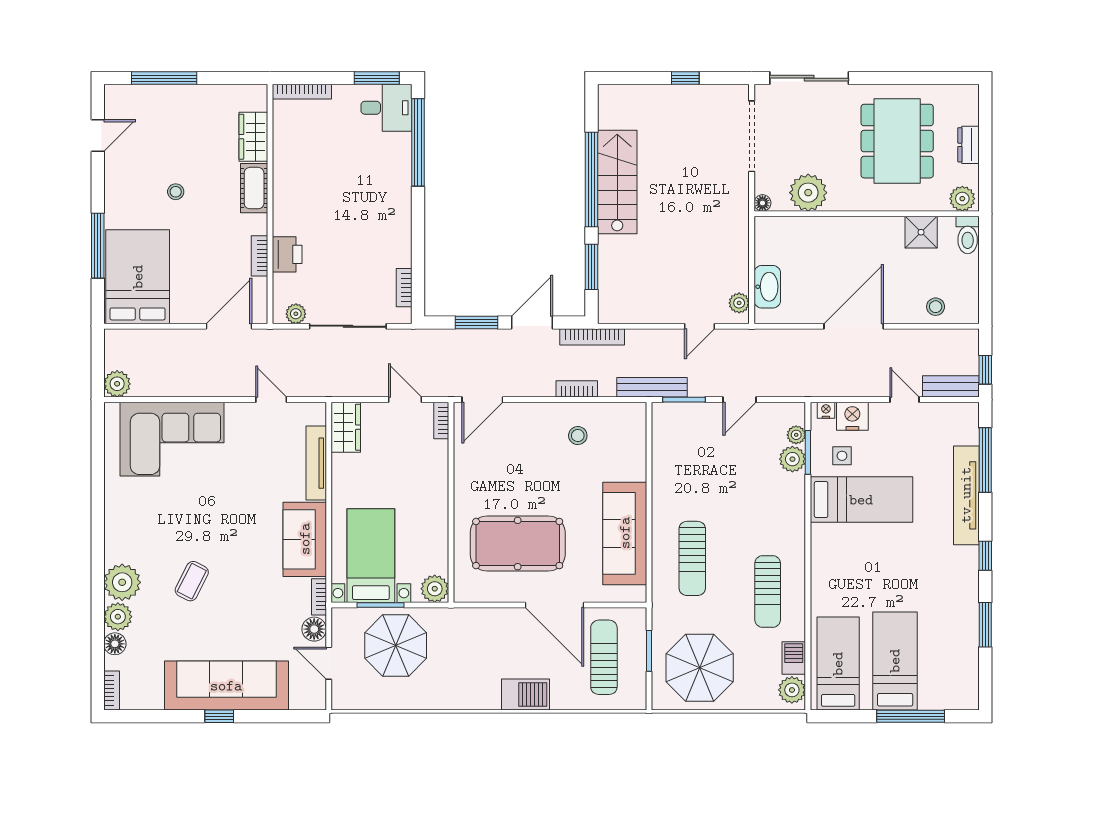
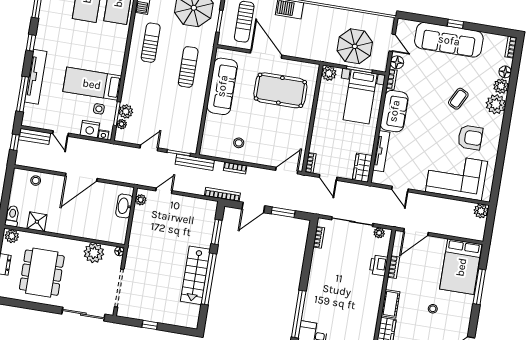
armchair: (159, 514) -> (470, 137), added

